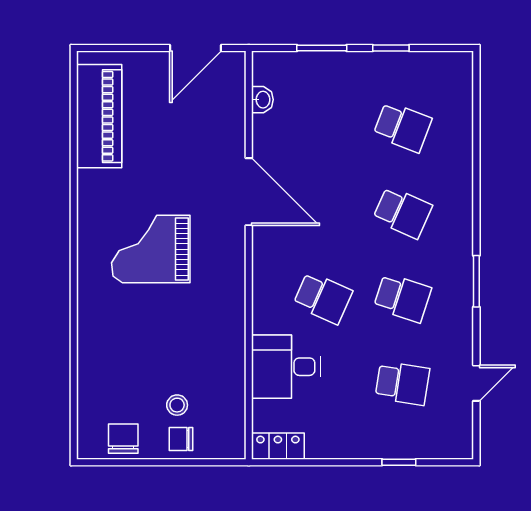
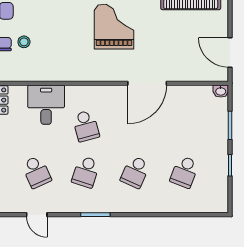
washbasin: (262, 100) -> (221, 91), moved
school desk: (323, 298) -> (86, 126), turned -39
school desk: (402, 383) -> (36, 172), turned -33

